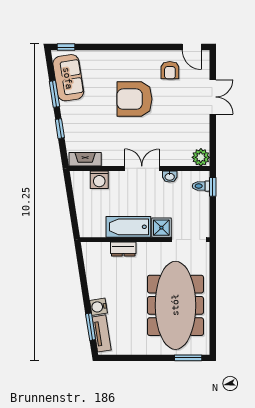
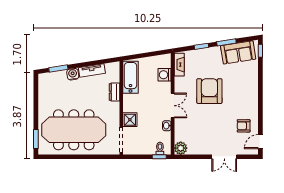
armchair: (134, 99) -> (209, 91), moved
bathtub: (128, 227) -> (130, 77), moved
tv unit: (102, 333) -> (92, 71), moved

